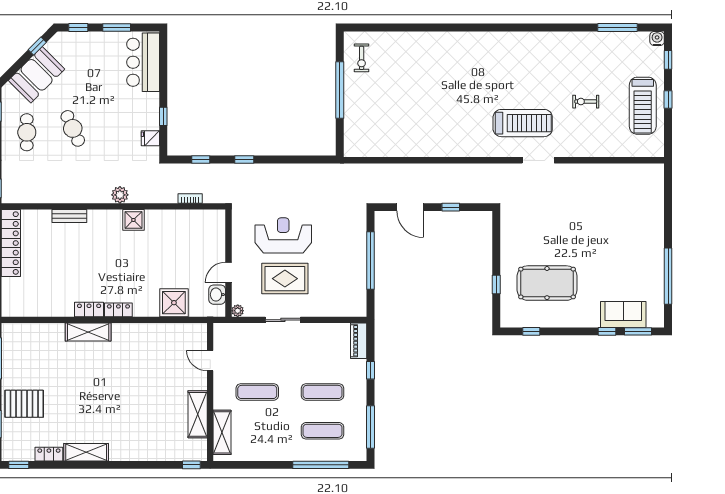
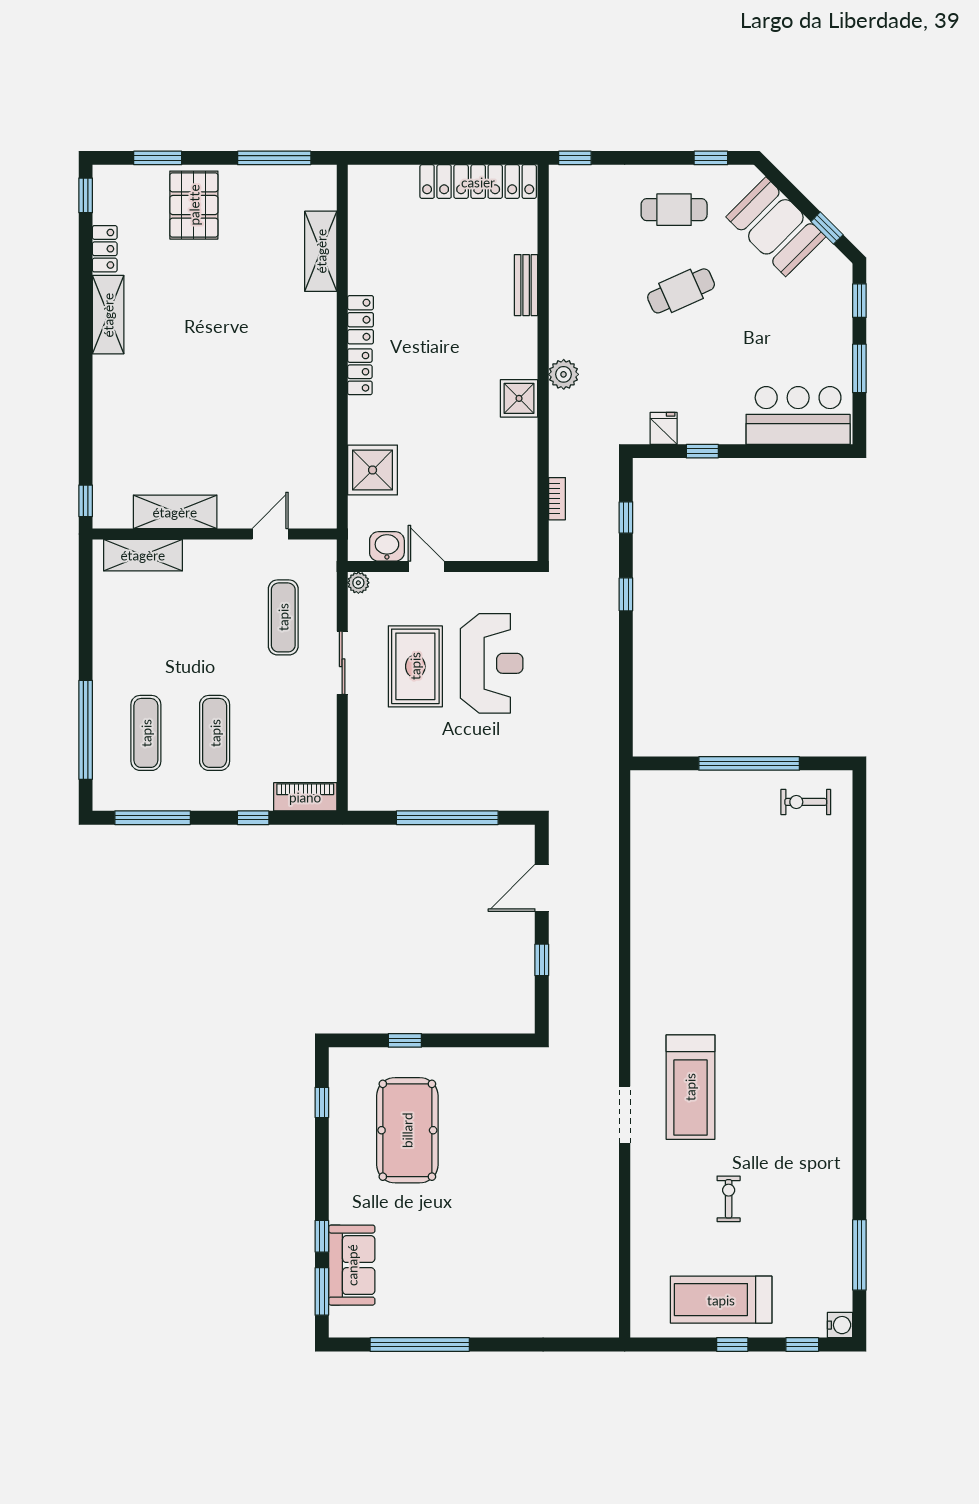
shelving: (88, 332) -> (321, 251), moved
exercise mat: (257, 392) -> (283, 617), moved

